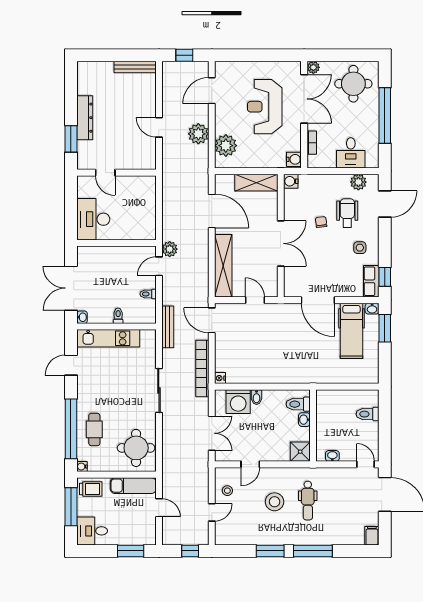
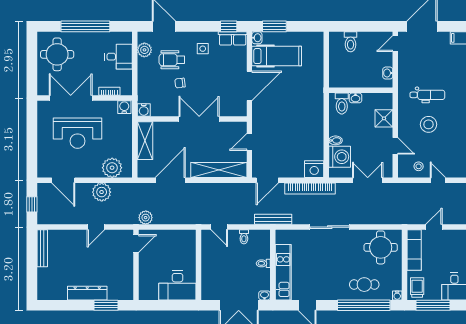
plant: (313, 67) -> (43, 90), removed
door: (105, 173) -> (136, 243), moved
plant: (170, 249) -> (146, 218), moved
nightstand: (220, 378) -> (314, 169), width x1.89, depth x1.79
shower: (300, 452) -> (384, 118), moved

